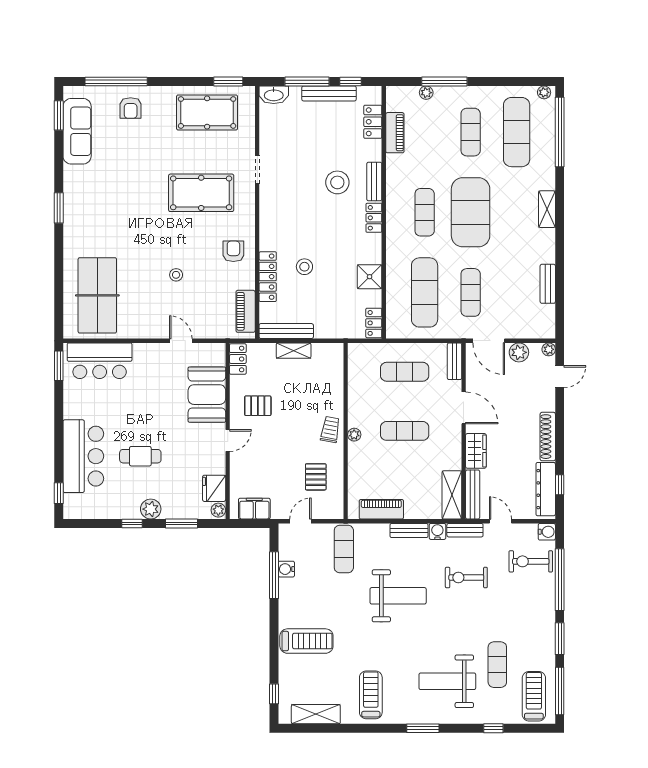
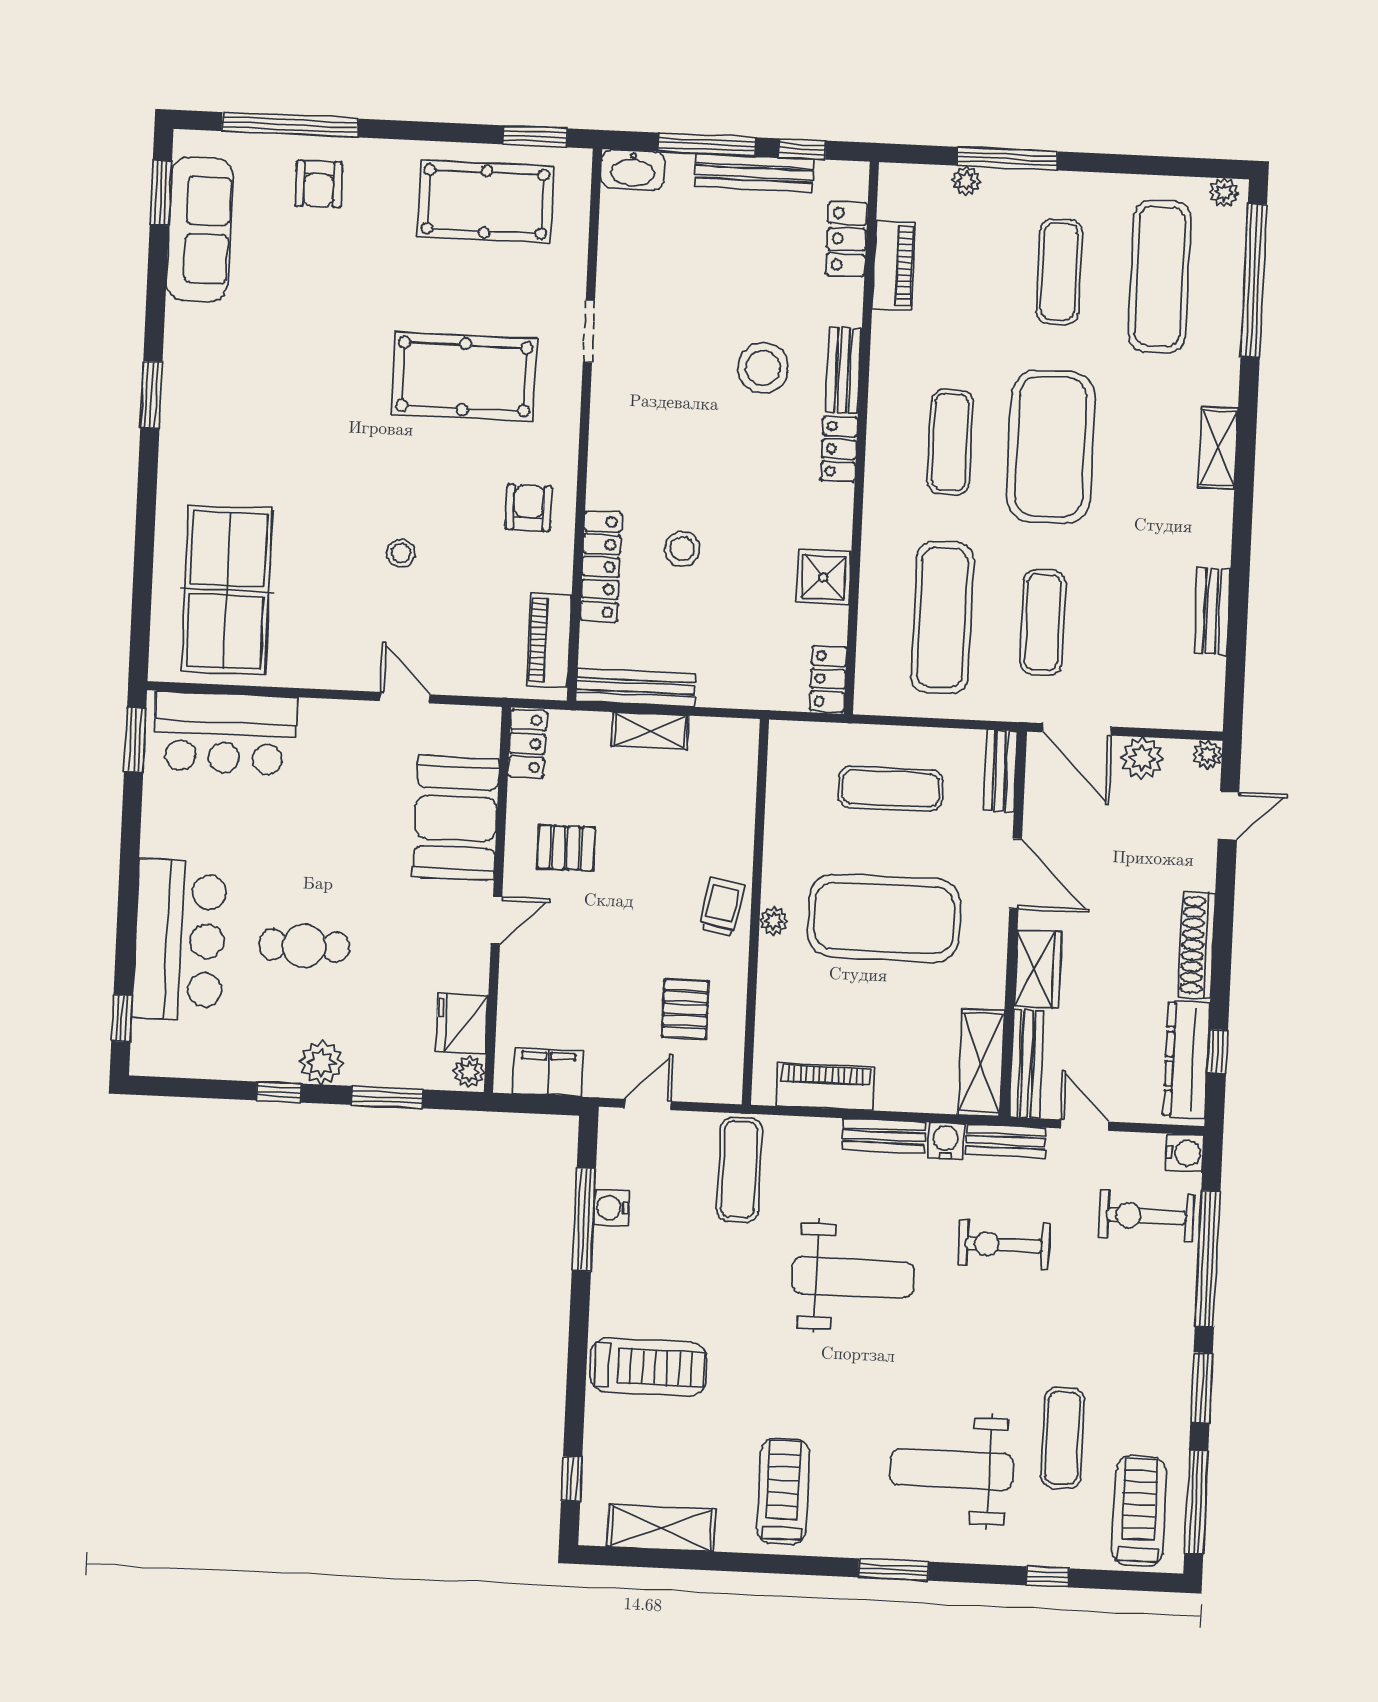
exercise mat: (405, 431) -> (884, 918), width x2.00, depth x1.45

